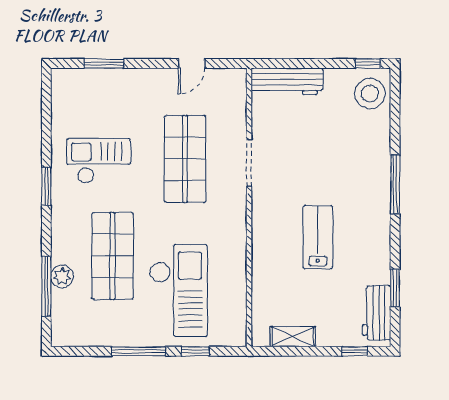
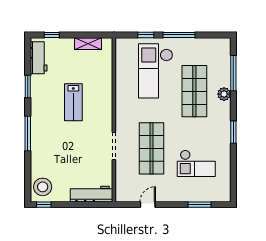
checkout: (99, 161) -> (196, 163), moved
plant: (62, 276) -> (224, 94), moved
window: (395, 288) -> (28, 87), moved

